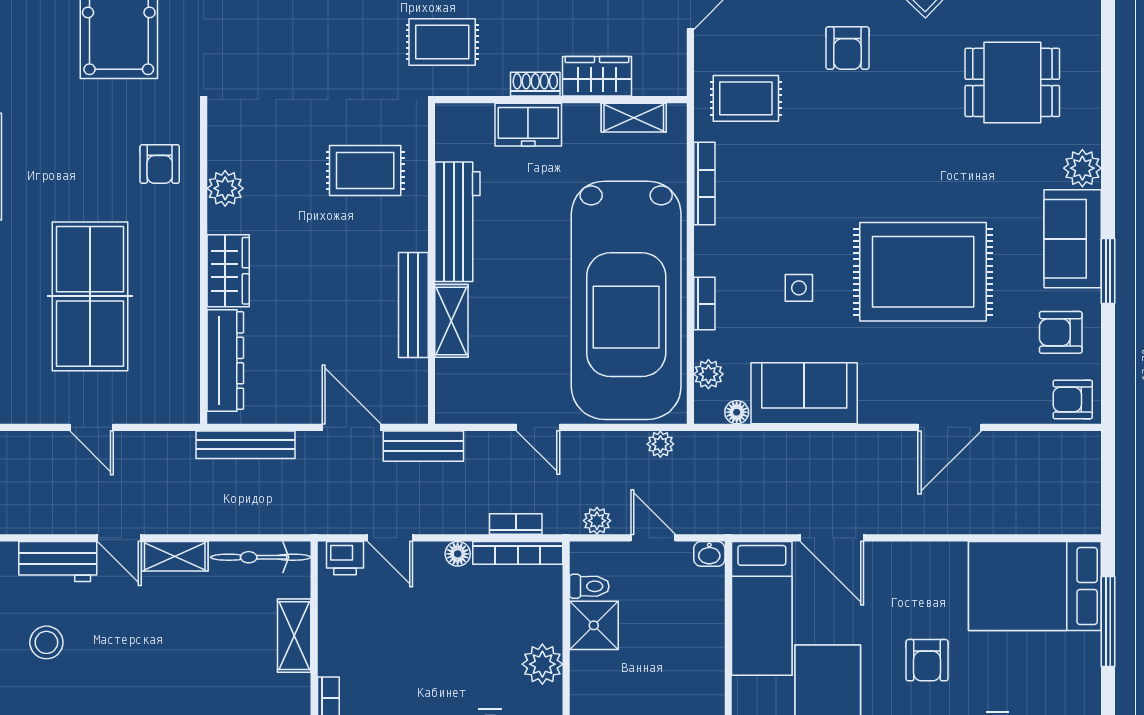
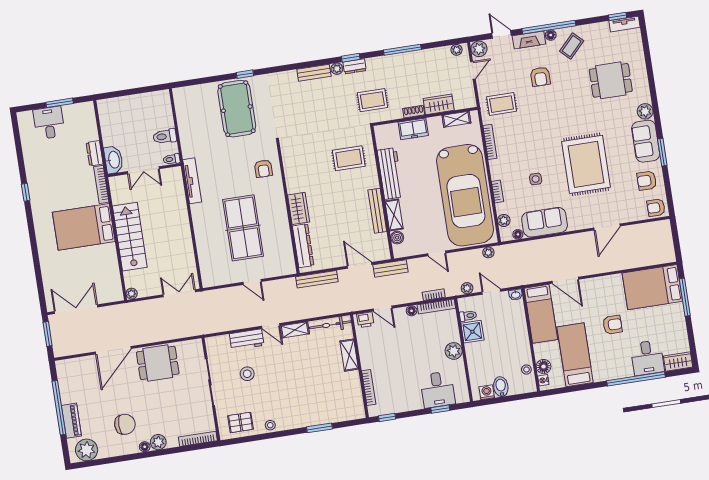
plant: (225, 188) -> (292, 175), removed
rug: (923, 272) -> (586, 164), turned 90
boiler: (450, 376) -> (397, 238), added
armchair: (927, 660) -> (612, 325), turned -90

